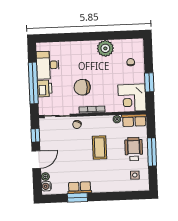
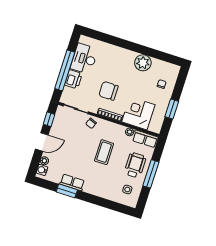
corner desk: (132, 98) -> (138, 113), moved, turned 90

